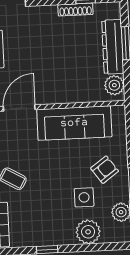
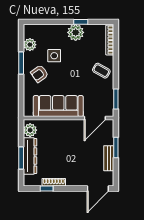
plant: (88, 232) -> (76, 32), moved

